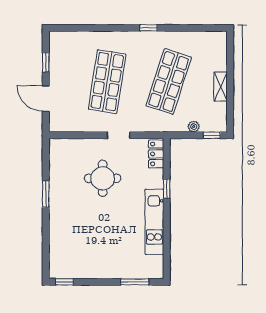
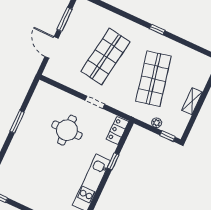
window: (46, 62) -> (65, 19), width x1.50
shop shelf: (169, 82) -> (153, 79), turned -30

